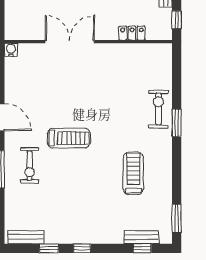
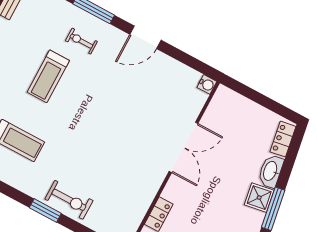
treadmill: (69, 138) -> (48, 76), moved
exercise bike: (30, 166) -> (81, 41), width x0.73, depth x0.72

